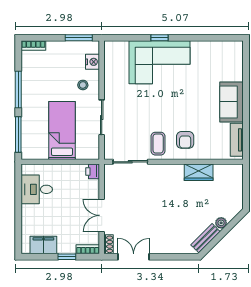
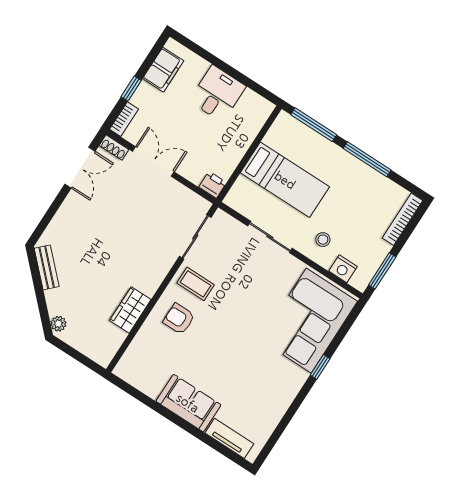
bookcase: (33, 46) -> (403, 219), width x1.56
corner sofa: (160, 62) -> (309, 321), moved
tv unit: (237, 140) -> (229, 438), moved
desk: (37, 189) -> (217, 94), moved
plant: (221, 223) -> (58, 324), moved

